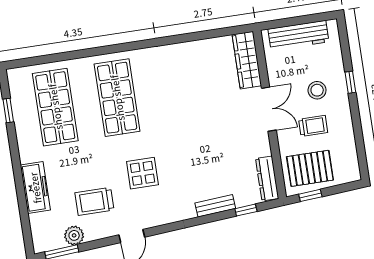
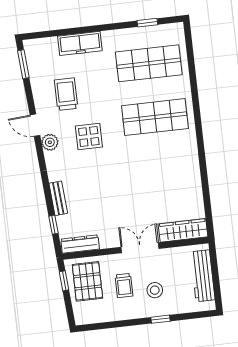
double door: (269, 109) -> (140, 248), swing flipped
plant: (74, 235) -> (50, 142), moved

